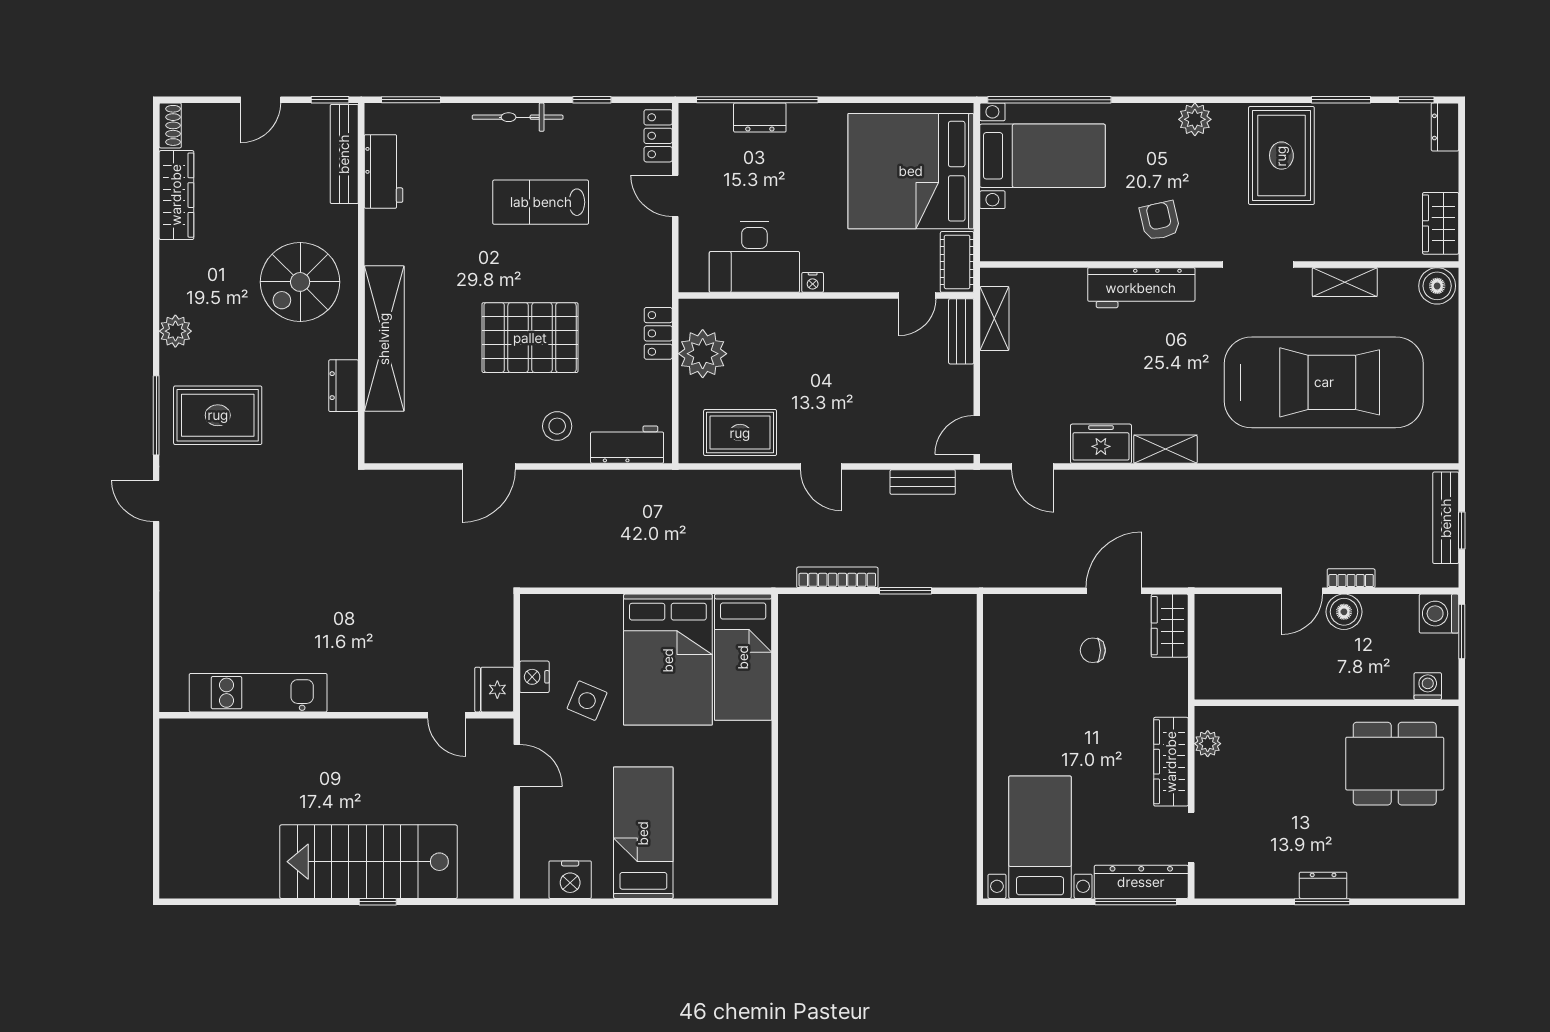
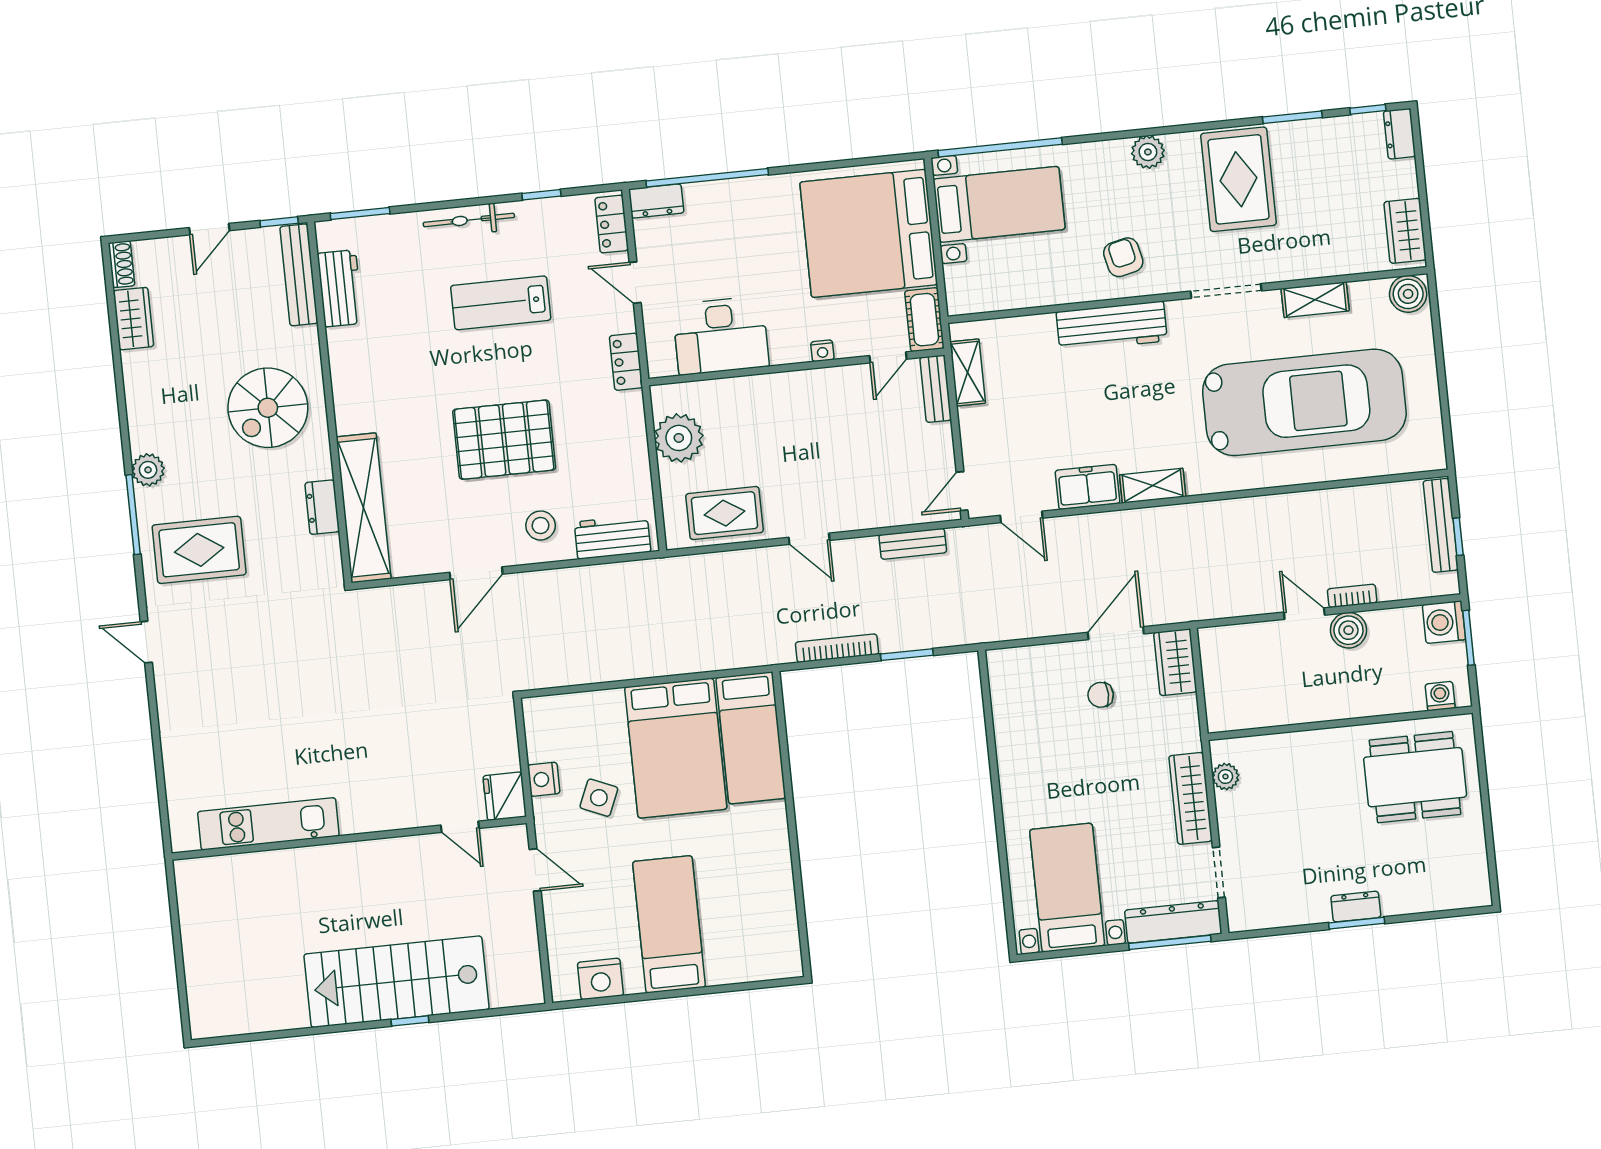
dresser: (760, 118) -> (656, 201), moved
wardrobe: (176, 195) -> (133, 319), width x0.67
nightstand: (813, 282) -> (822, 351), moved
locker: (658, 333) -> (626, 362), moved
shelving: (384, 339) -> (364, 508), moved
window: (156, 415) -> (133, 515), moved
door: (1302, 591) -> (1304, 614), swing flipped

